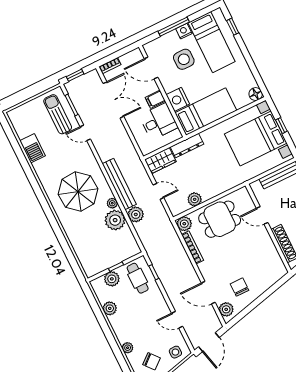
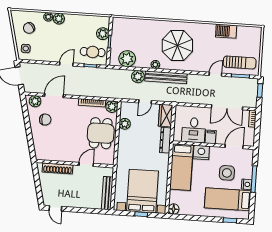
plant: (115, 220) -> (127, 59), moved
plant: (110, 308) -> (59, 19), moved
door: (177, 320) -> (66, 64), moved

